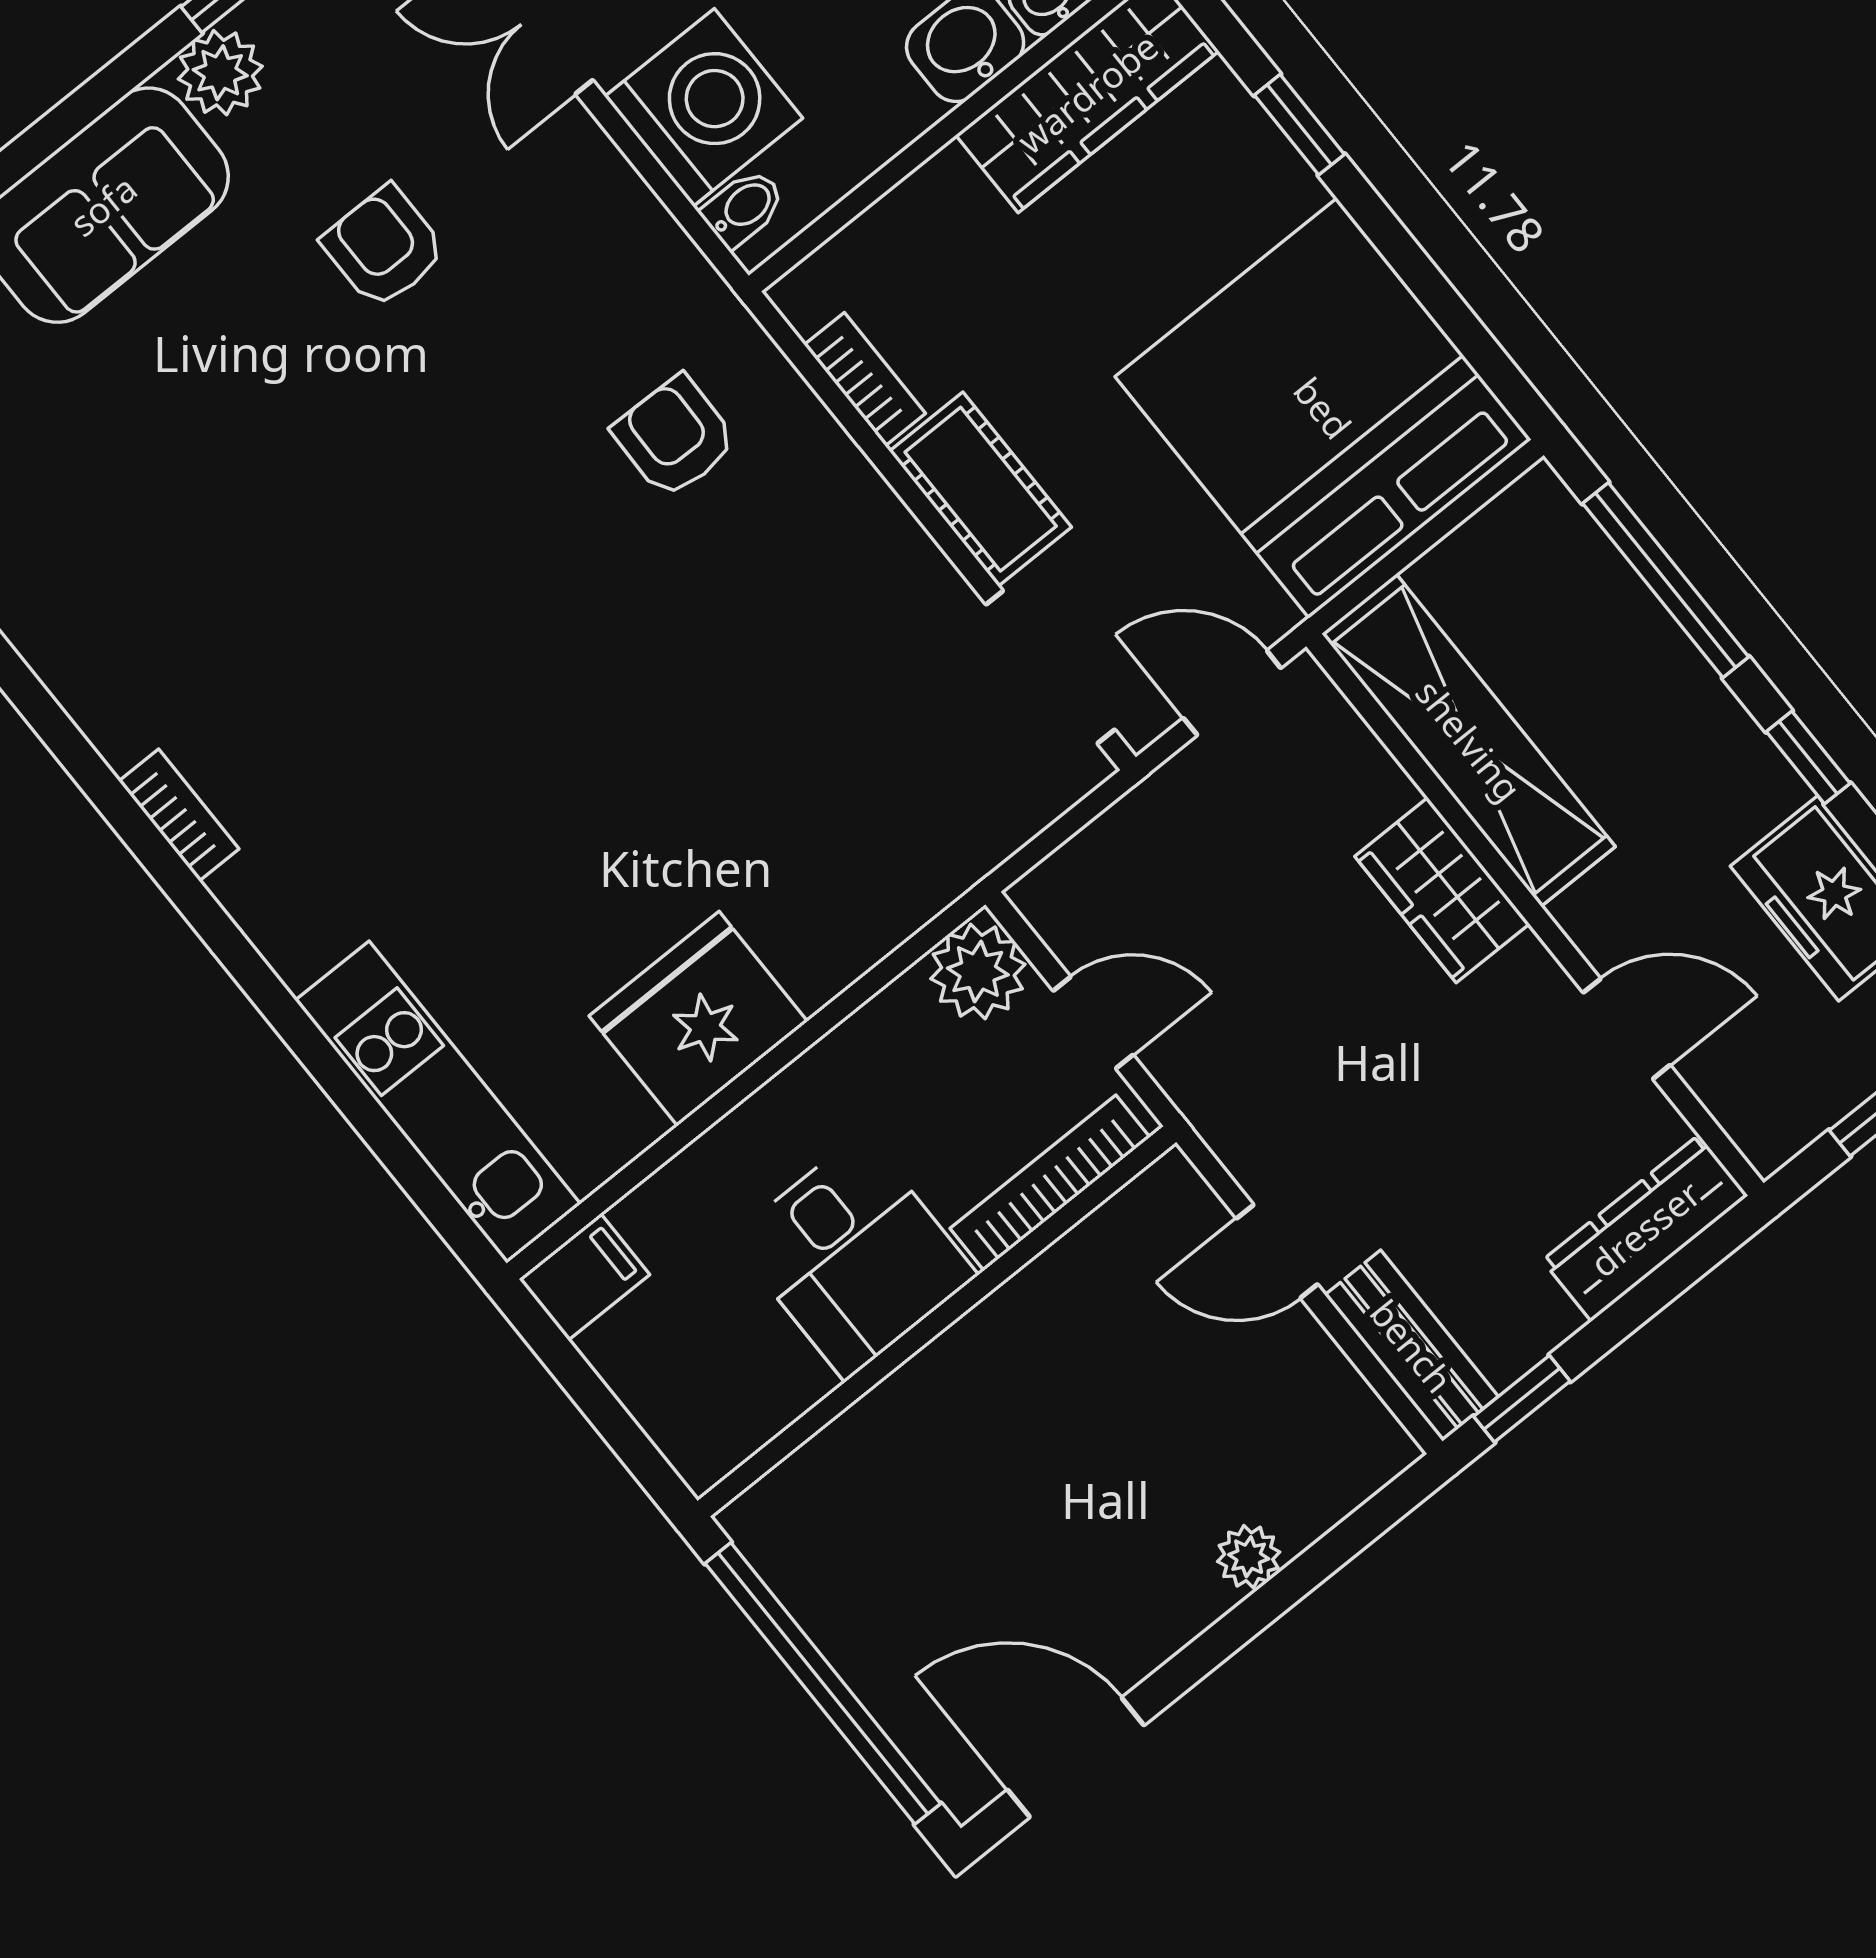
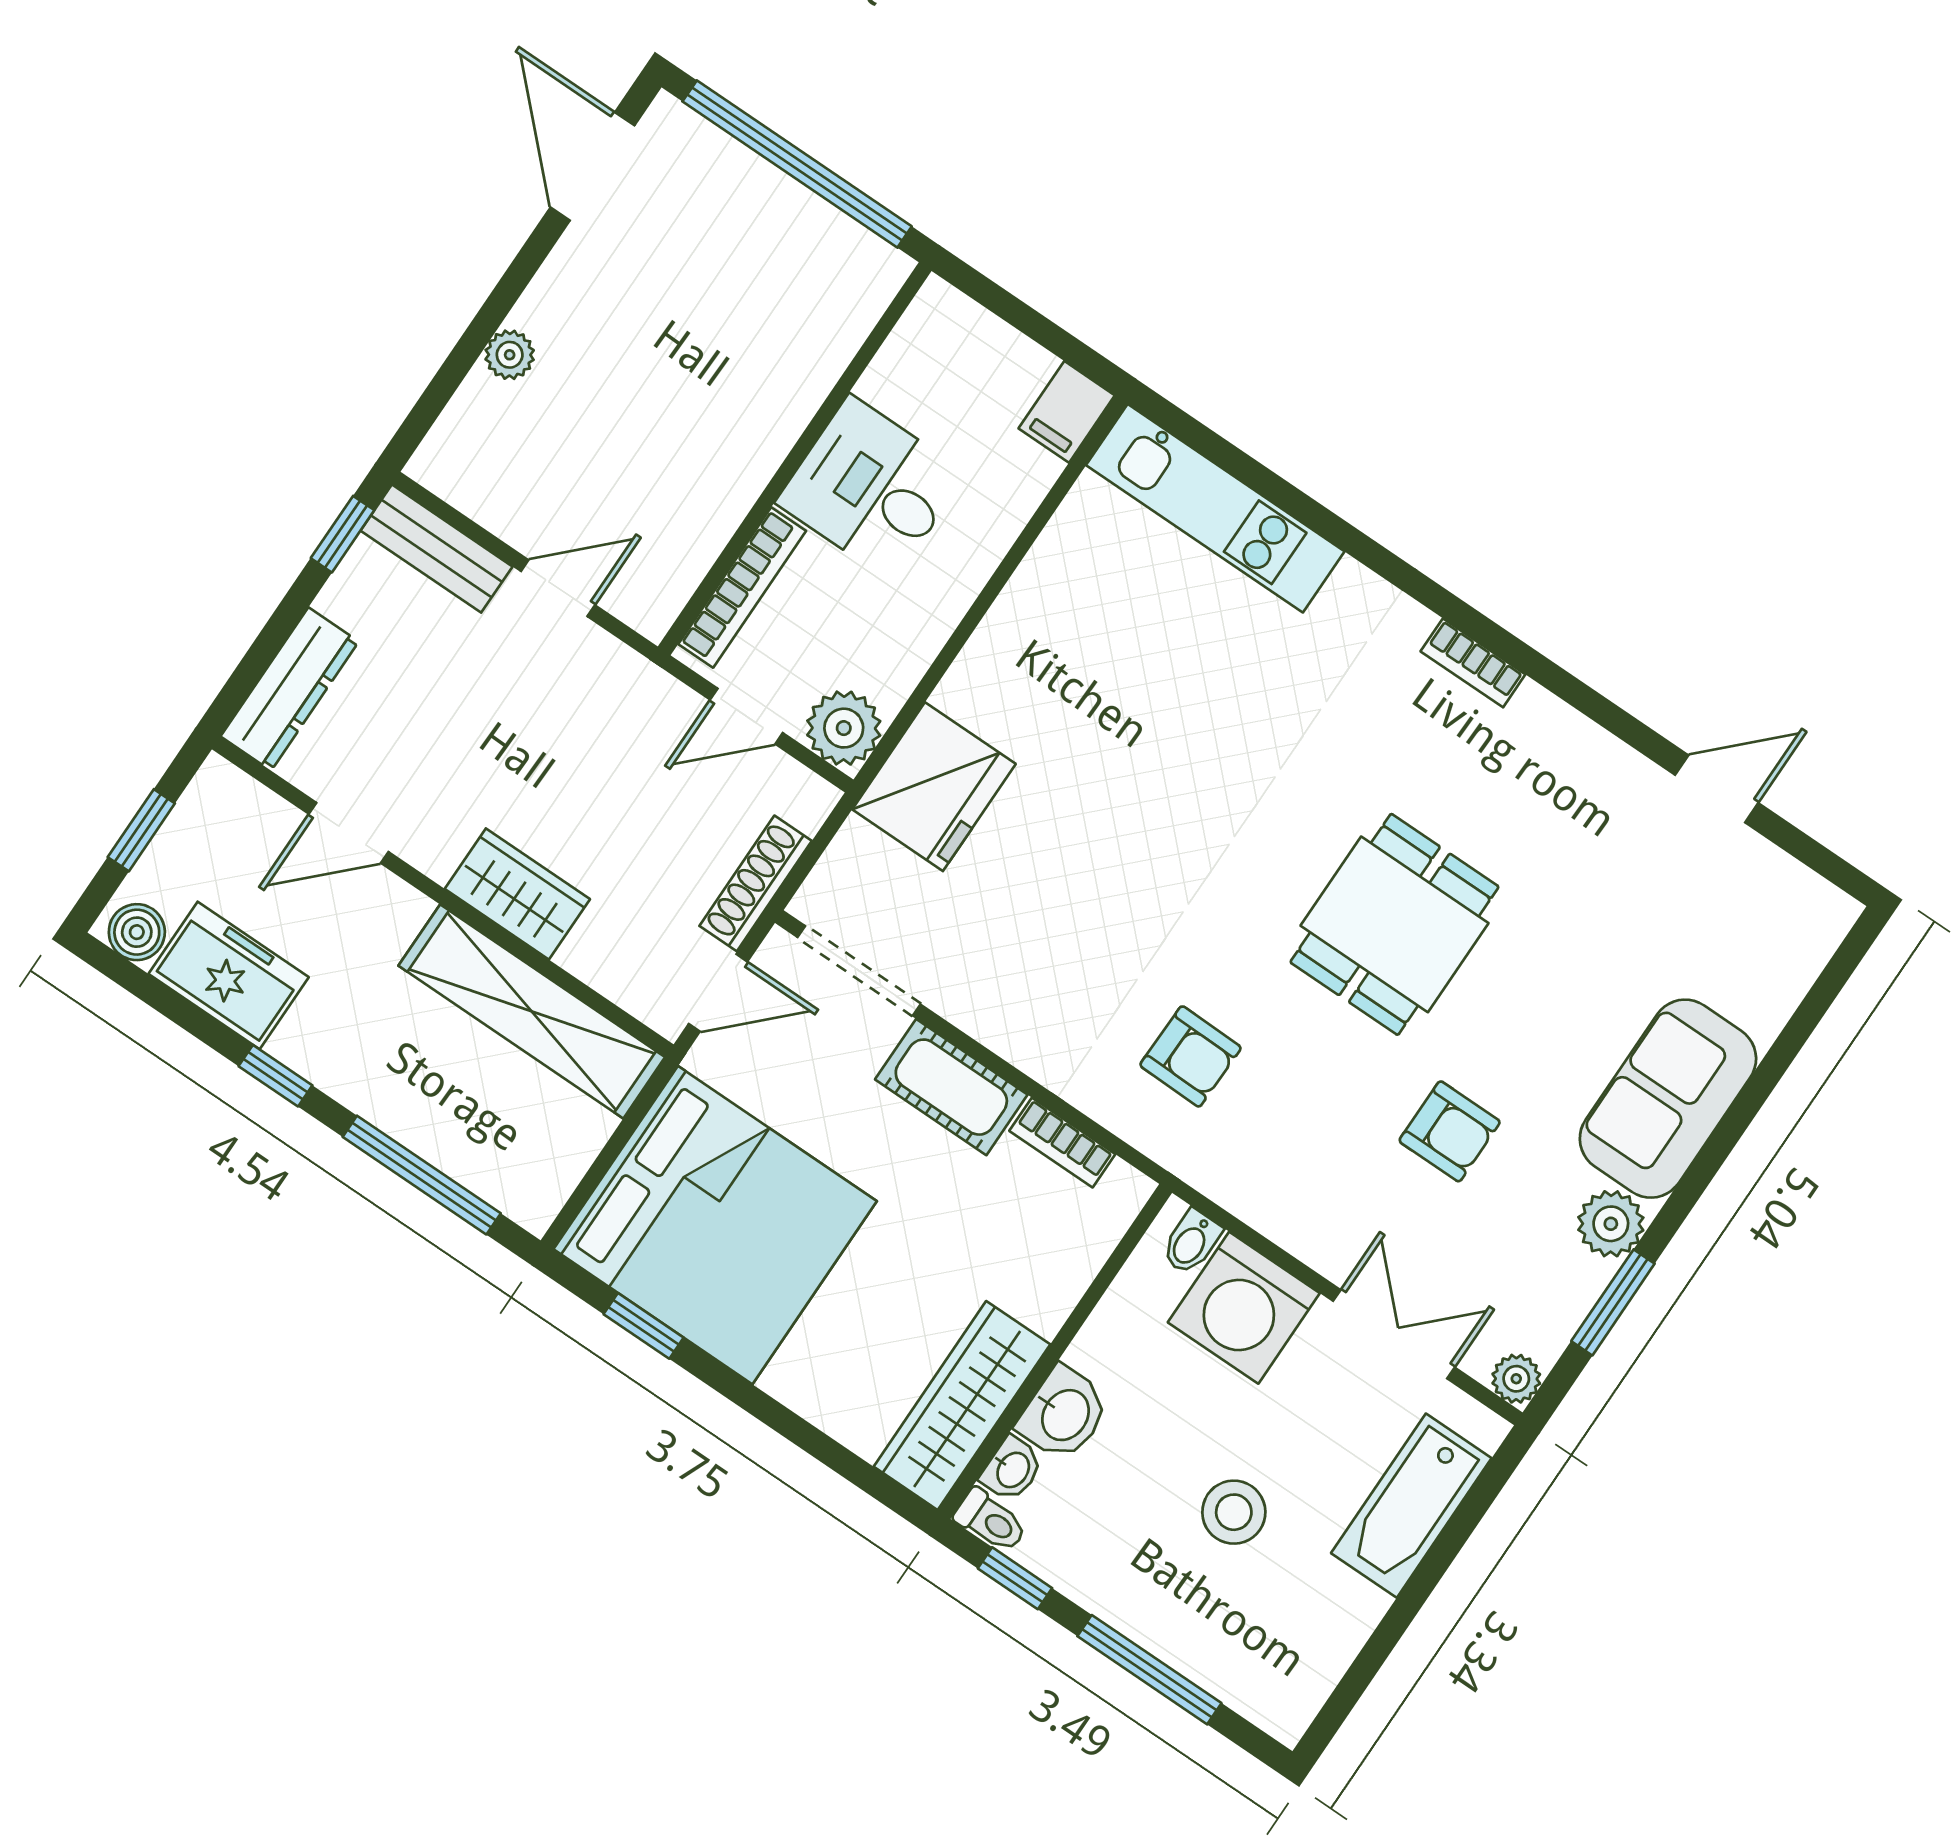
window: (1299, 125) -> (644, 1326), moved
dining table: (374, 523) -> (1394, 924), added
shoe rack: (1145, 813) -> (756, 883), added
fridge: (698, 1019) -> (934, 787), moved
door: (1076, 1757) -> (592, 166), swing flipped

